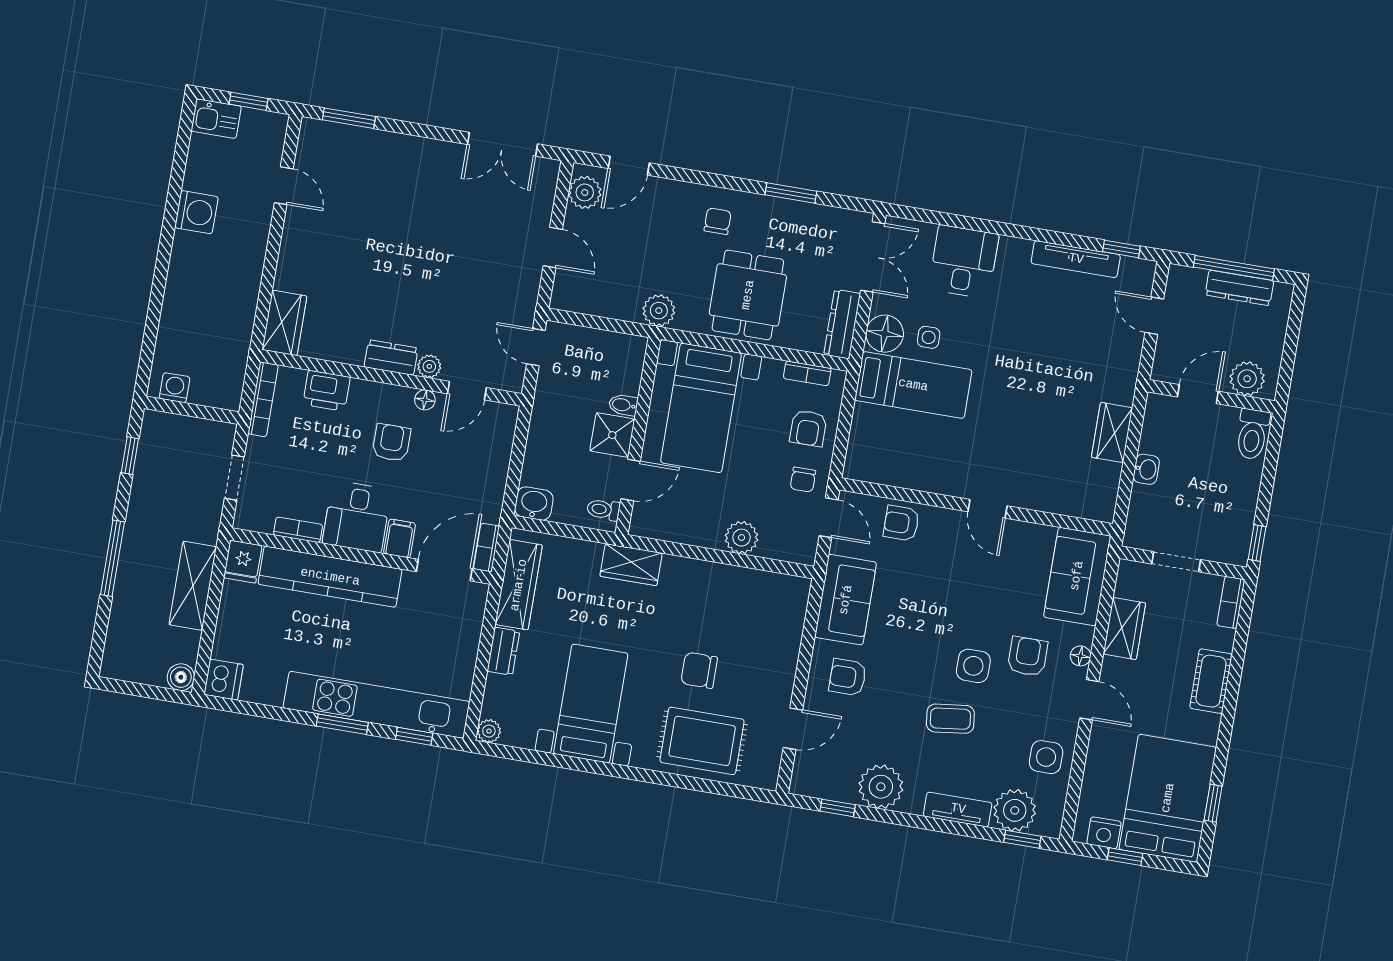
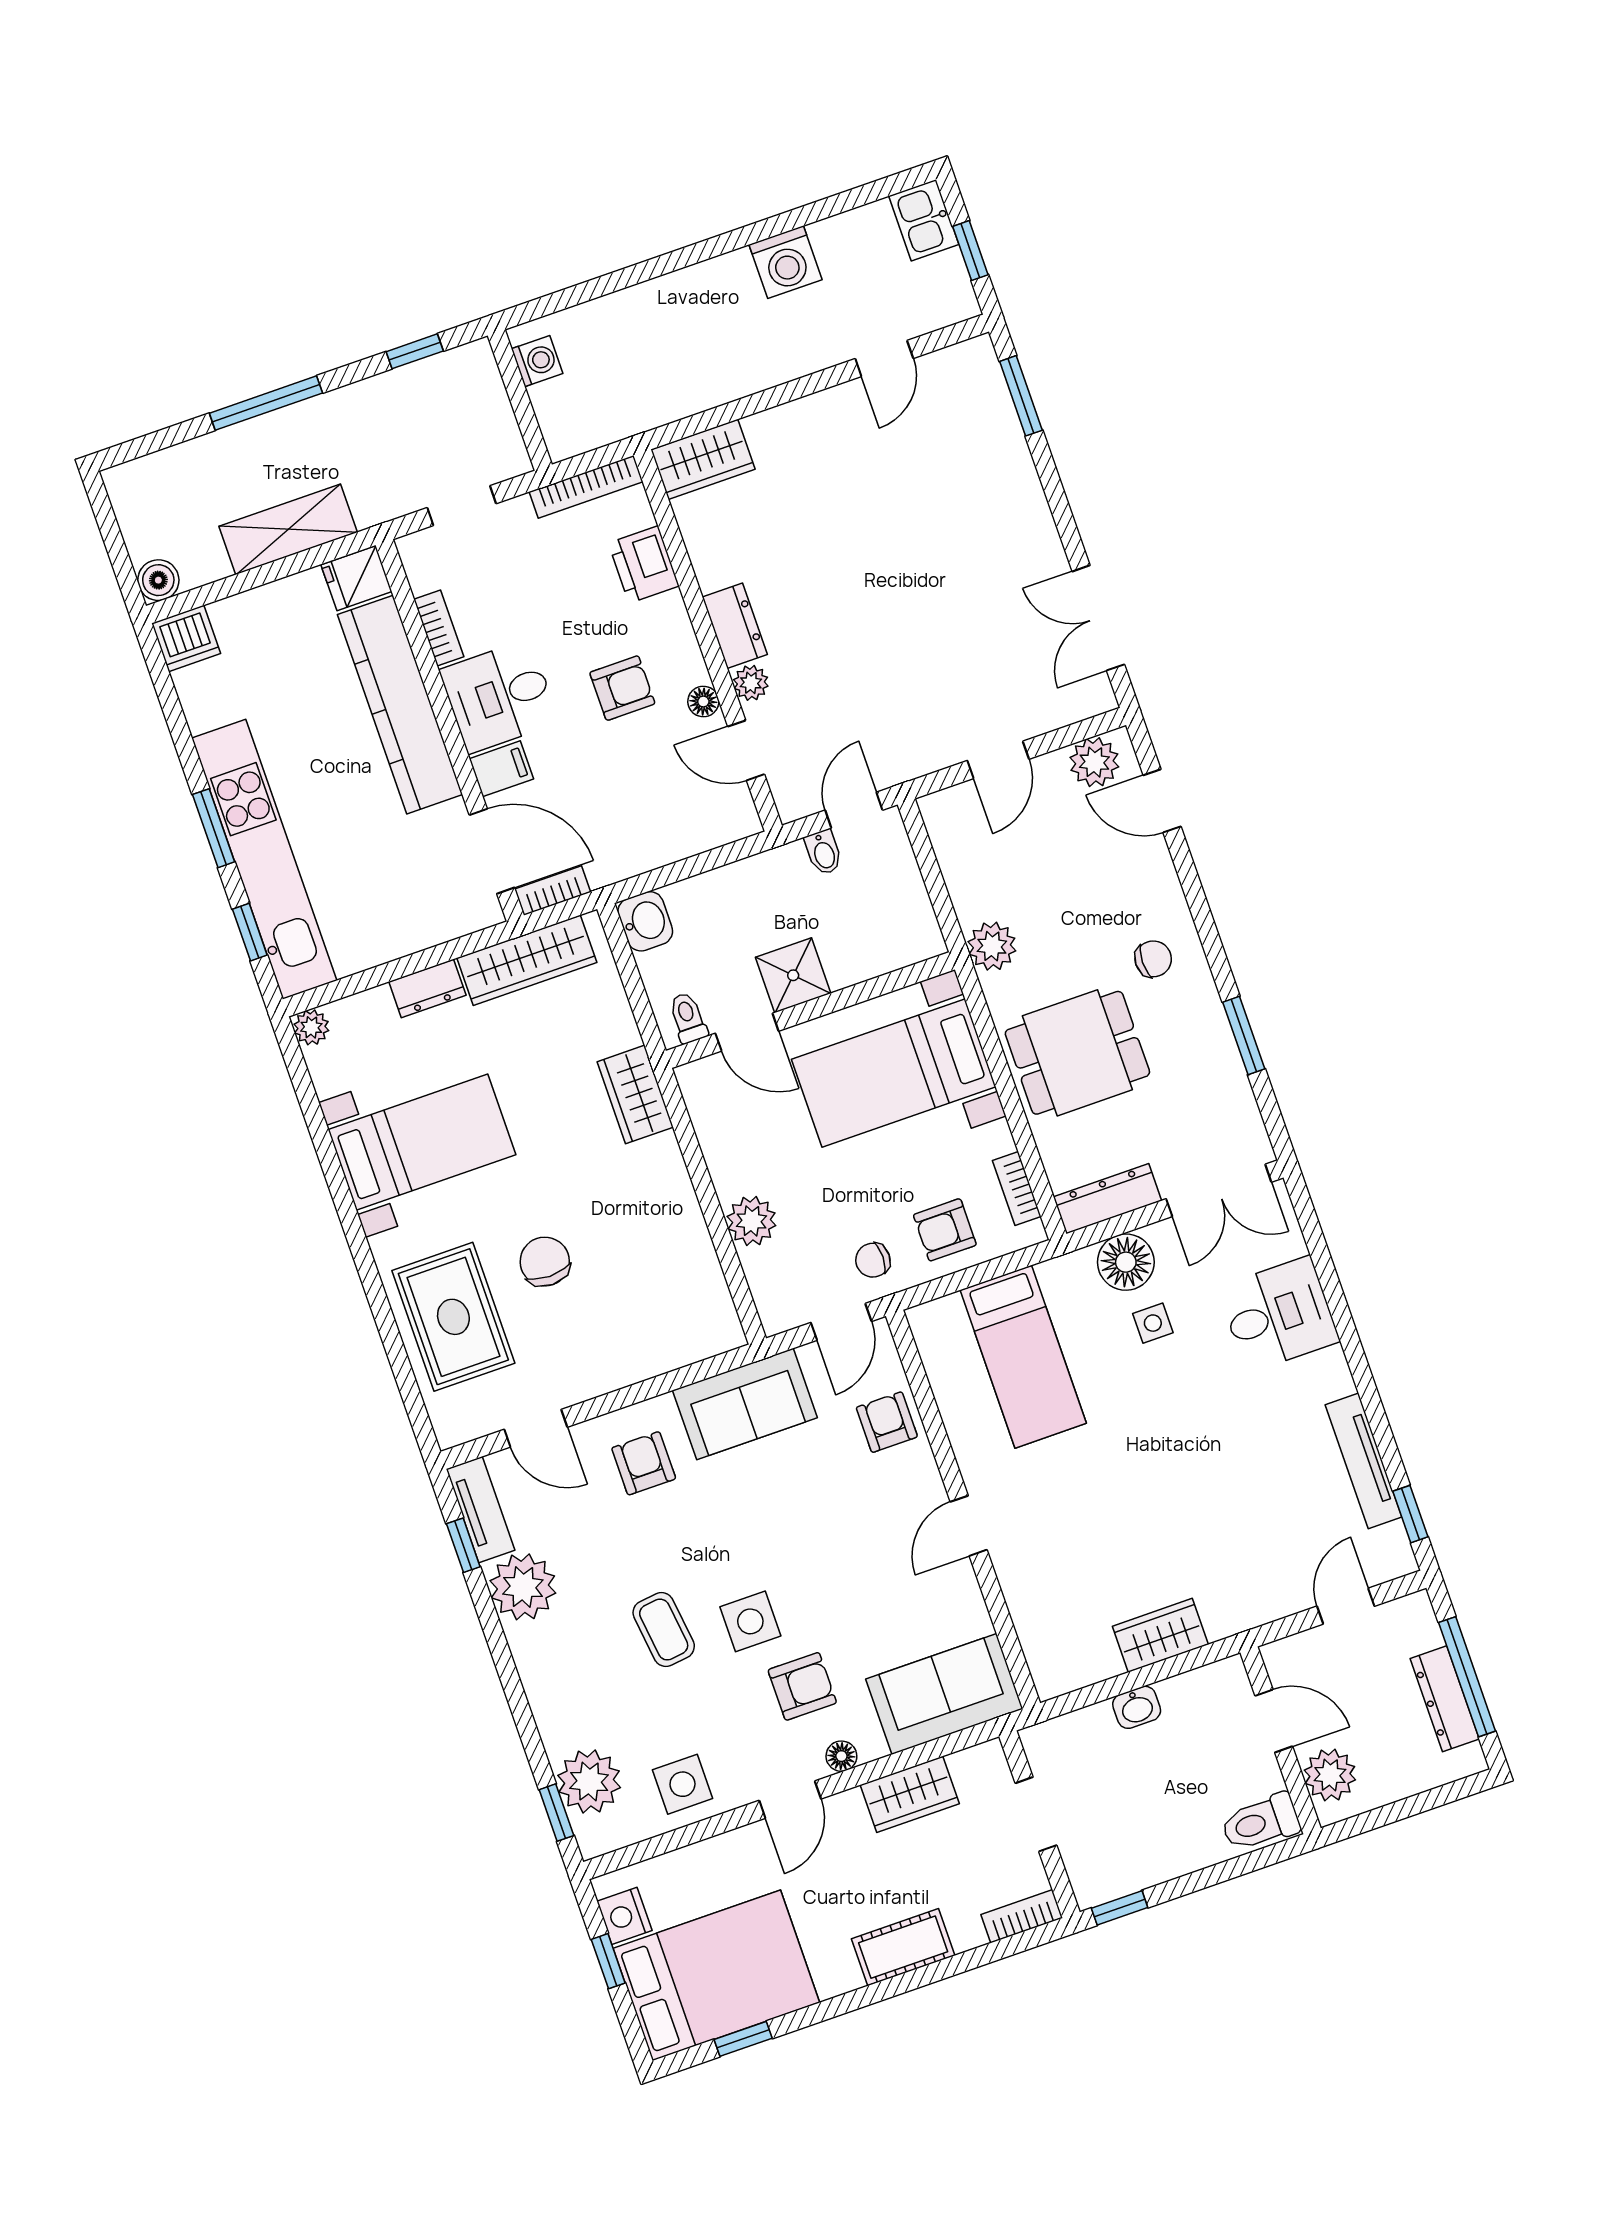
bed: (913, 385) -> (1023, 1357), moved
bidet: (623, 405) -> (824, 852), moved, turned 180
tv unit: (958, 809) -> (481, 1510), moved

